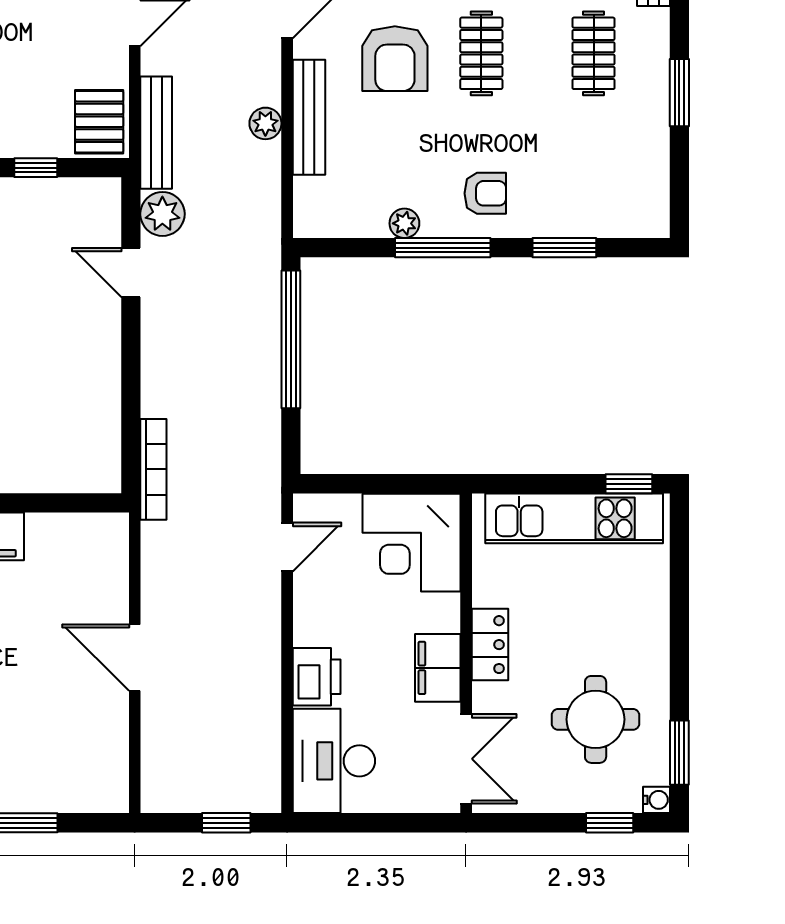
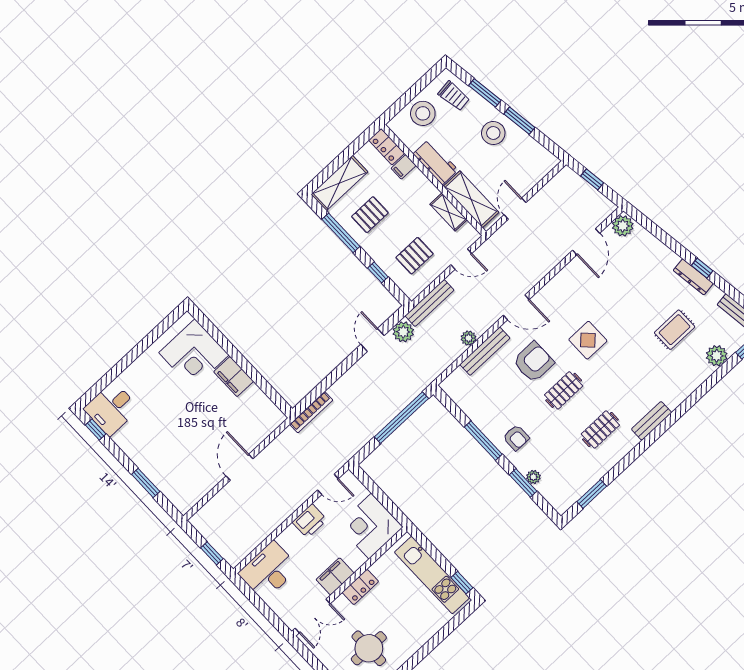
armchair: (395, 59) -> (533, 362), turned 180
window: (679, 93) -> (592, 494), moved
pallet: (99, 122) -> (415, 256), moved
plant: (404, 223) -> (533, 477), moved
printer: (317, 677) -> (310, 521), moved

